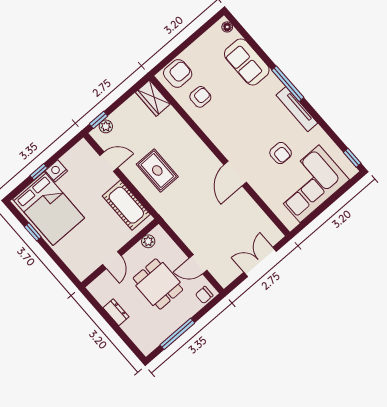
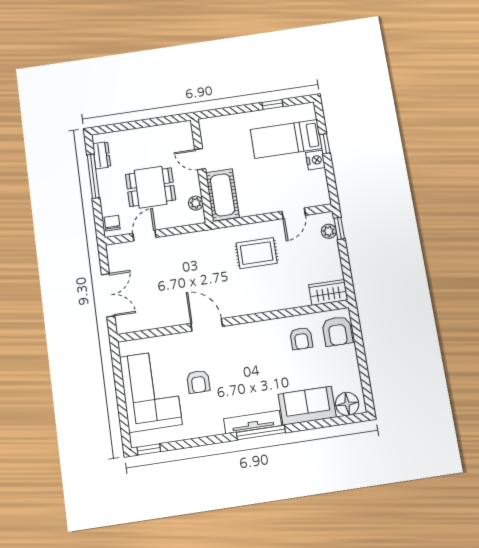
floor lamp: (227, 27) -> (347, 404), width x1.89, depth x1.89
tv unit: (297, 109) -> (253, 422), moved
armchair: (281, 153) -> (198, 382), turned -90
cot: (126, 205) -> (222, 195), moved, turned 90
bed: (49, 209) -> (286, 139), width x0.67
dresser: (116, 312) -> (102, 155), moved, turned -90

